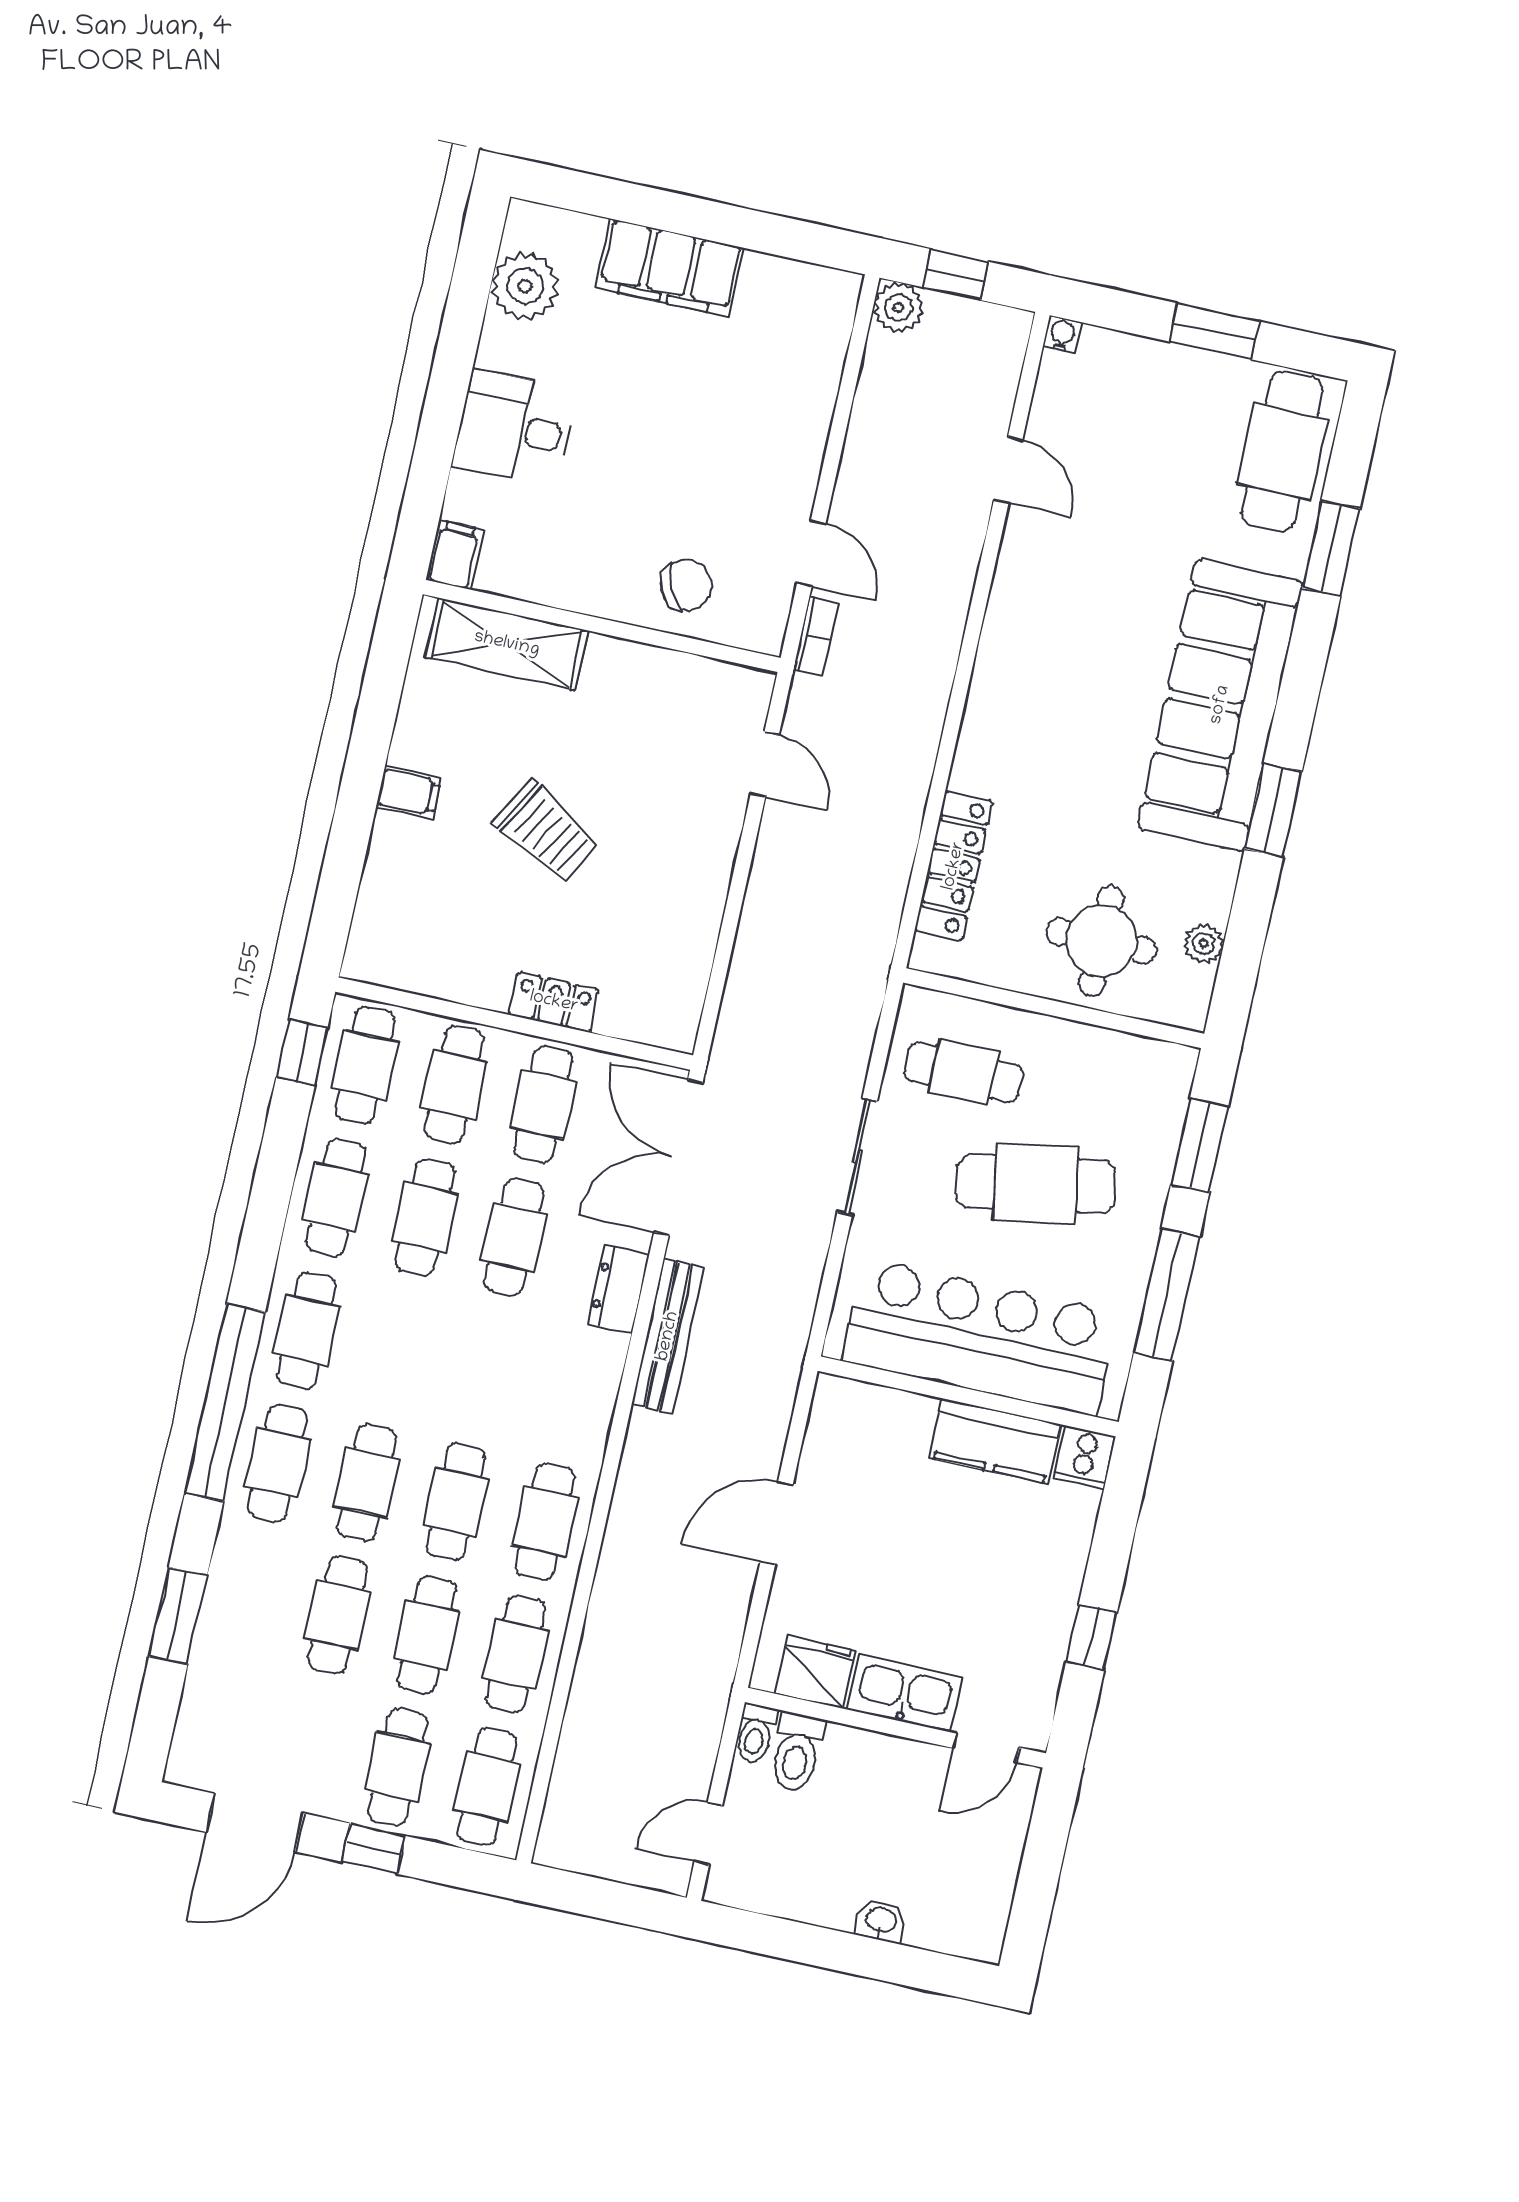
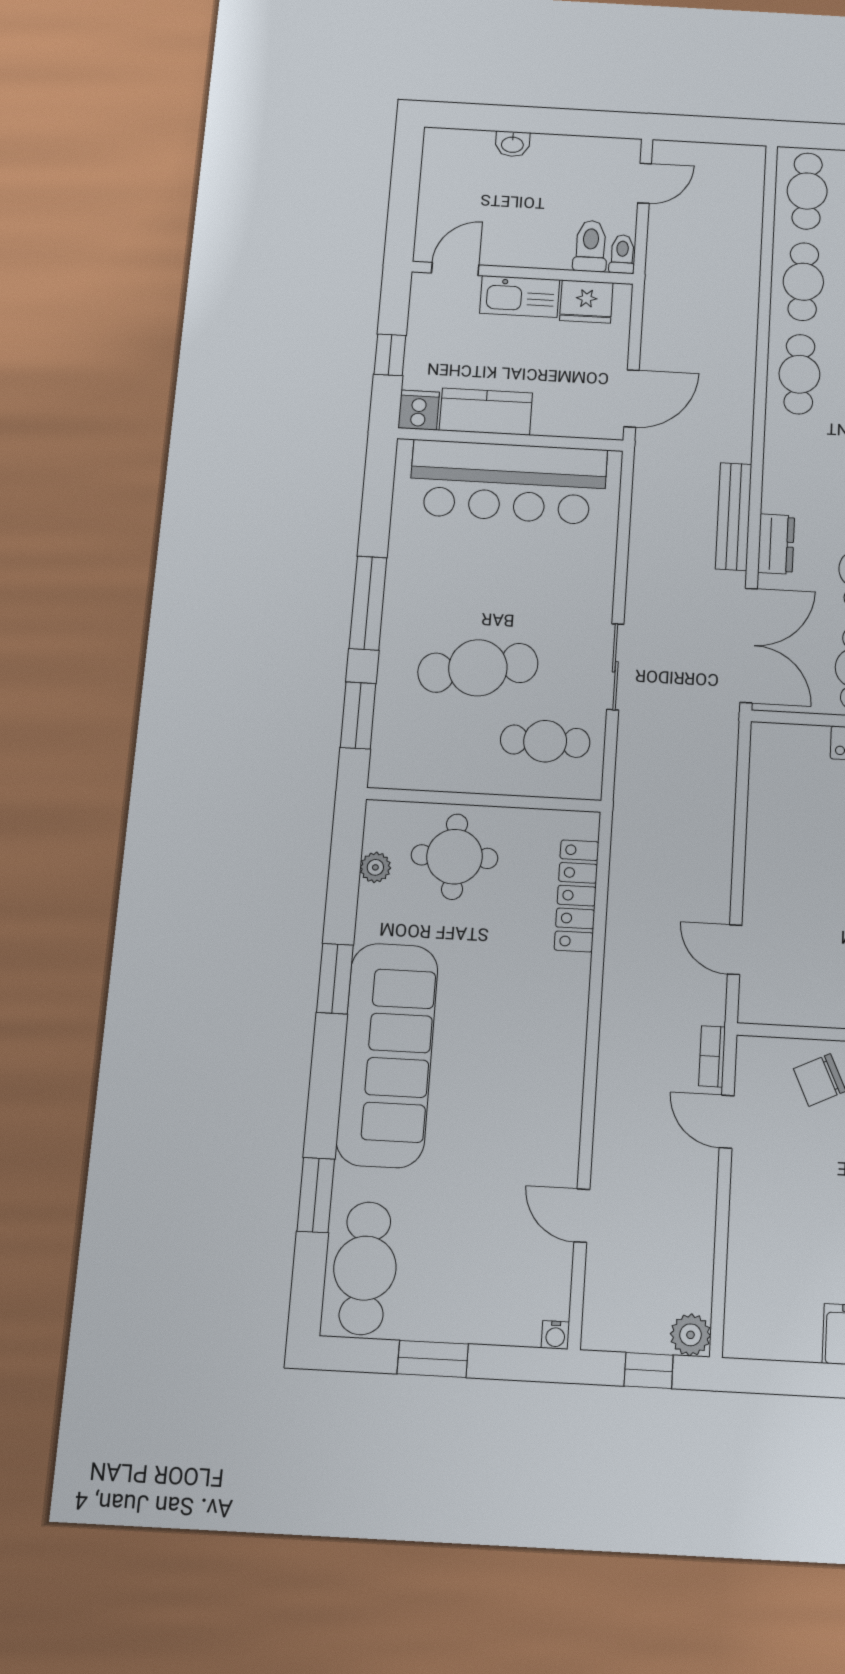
bar counter: (980, 1337) -> (508, 482), moved
wall: (968, 1396) -> (510, 439), moved
kitchen counter: (995, 1441) -> (486, 412), moved
cooker: (1085, 1457) -> (419, 410), moved

